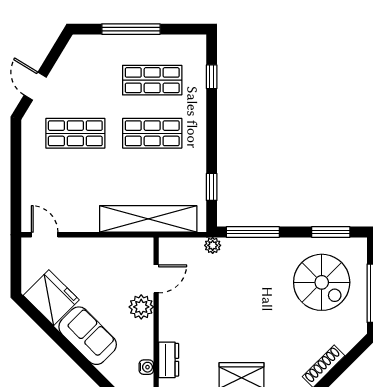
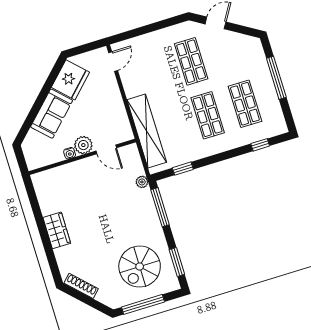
dresser: (169, 360) -> (52, 176), removed
water cooler: (146, 367) -> (70, 153), moved

